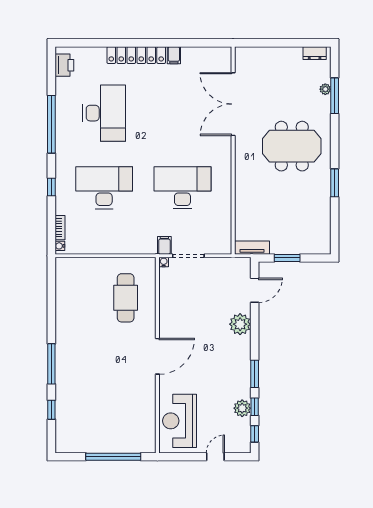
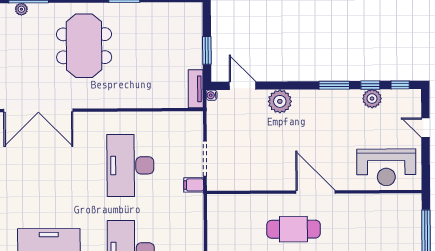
water cooler: (164, 262) -> (212, 95), moved
cafe table: (126, 298) -> (293, 229), moved

